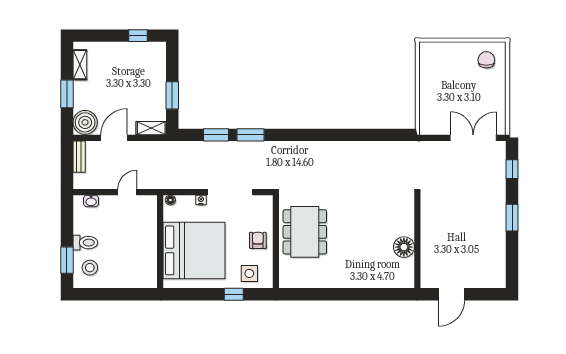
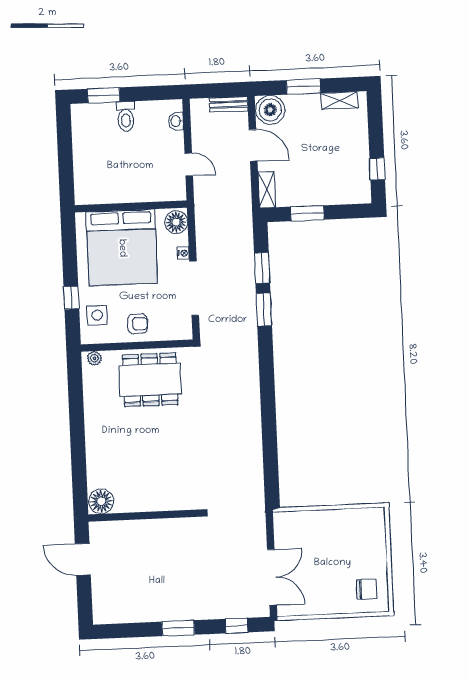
floor lamp: (170, 200) -> (176, 222), width x1.89, depth x1.89
floor lamp: (404, 247) -> (101, 501), moved
stool: (90, 268) -> (96, 123), removed
plant: (285, 277) -> (94, 358), added

